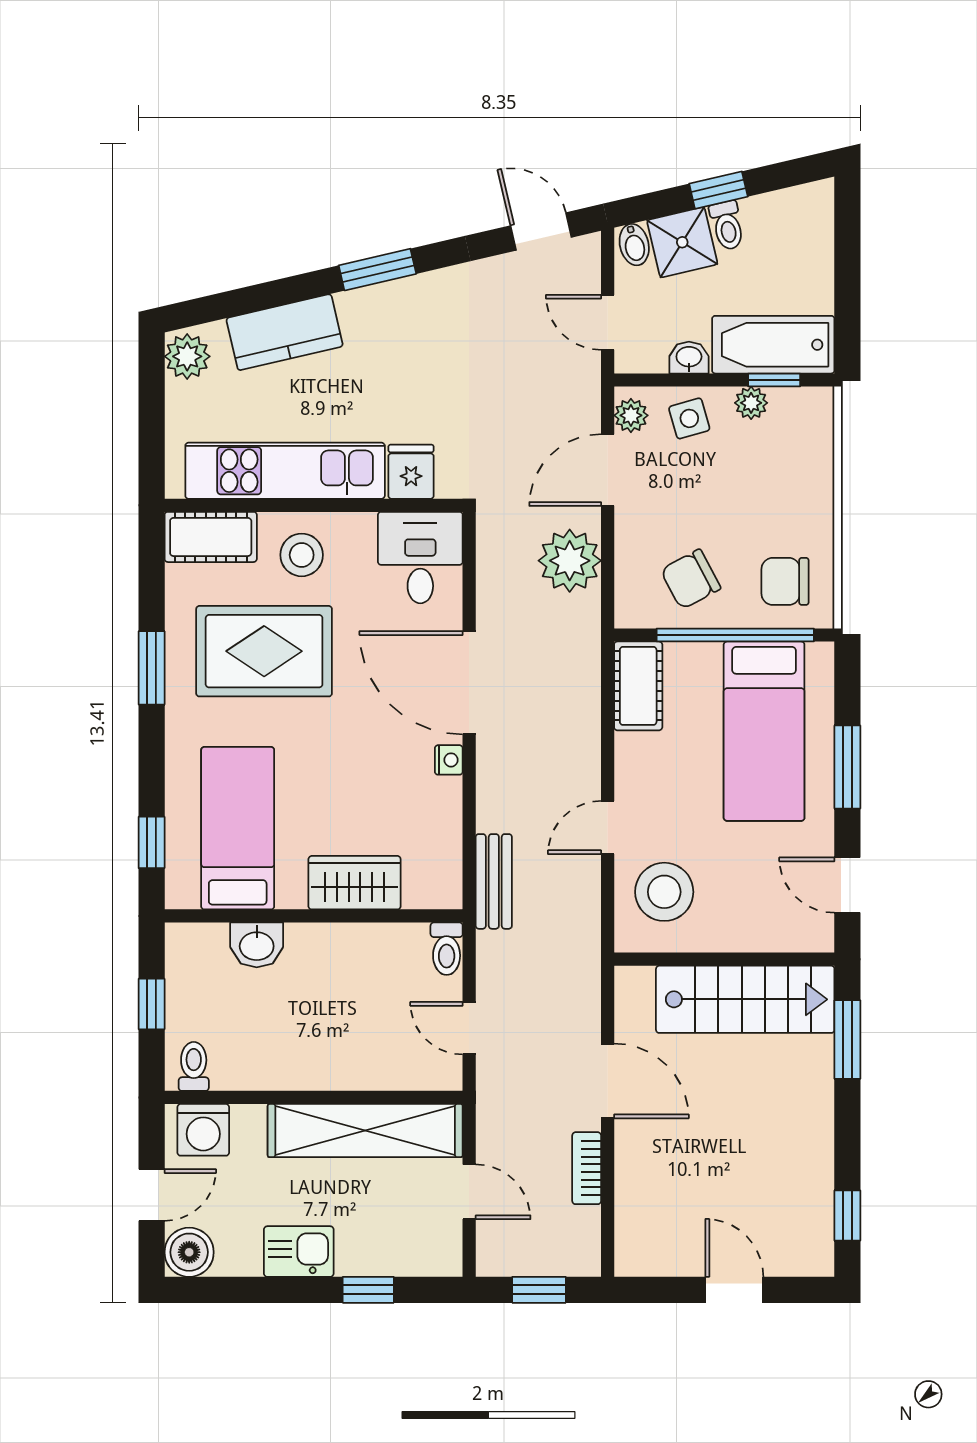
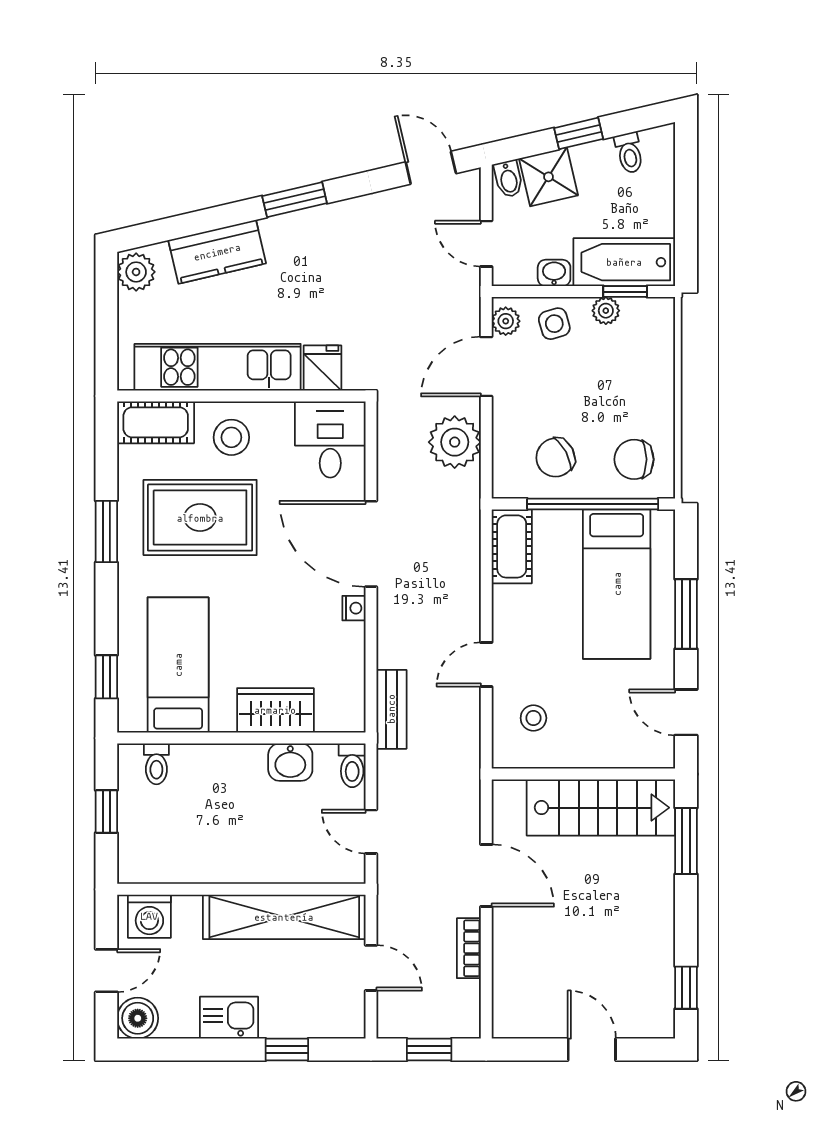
toilet: (727, 225) -> (629, 153), moved
stool: (664, 892) -> (533, 718), width x0.53, depth x0.53
washbasin: (257, 945) -> (290, 762), moved
toilet: (194, 1066) -> (156, 764), moved, turned 180

